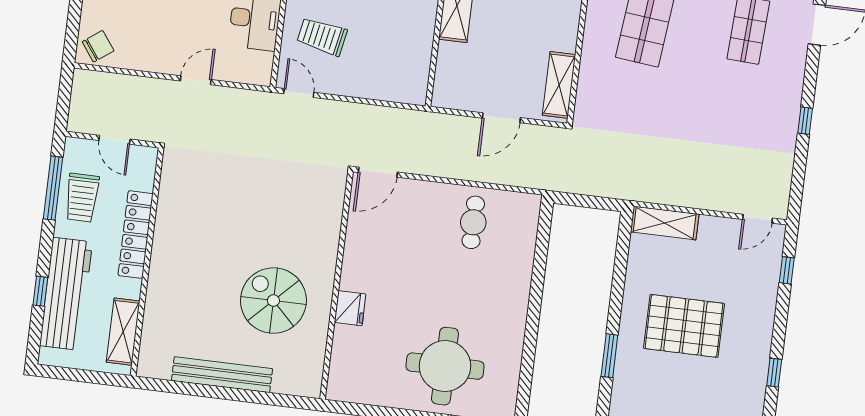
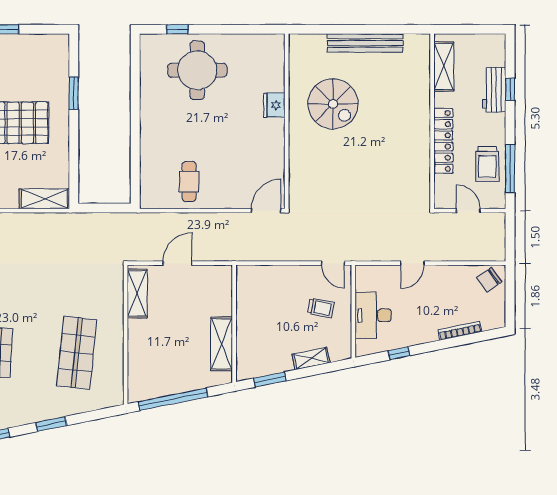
trolley: (322, 37) -> (321, 308), width x0.73, depth x0.72
trolley: (82, 198) -> (487, 164), turned 180
workbench: (66, 294) -> (494, 90), width x0.53, depth x0.76

